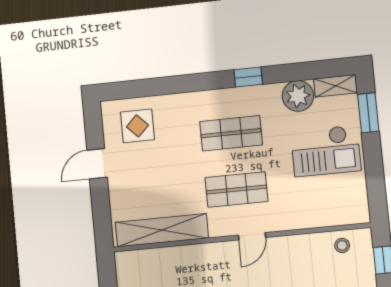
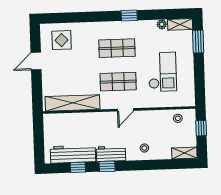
plant: (298, 96) -> (162, 24), width x0.53, depth x0.53
checkout: (326, 151) -> (162, 72), moved, turned -90

